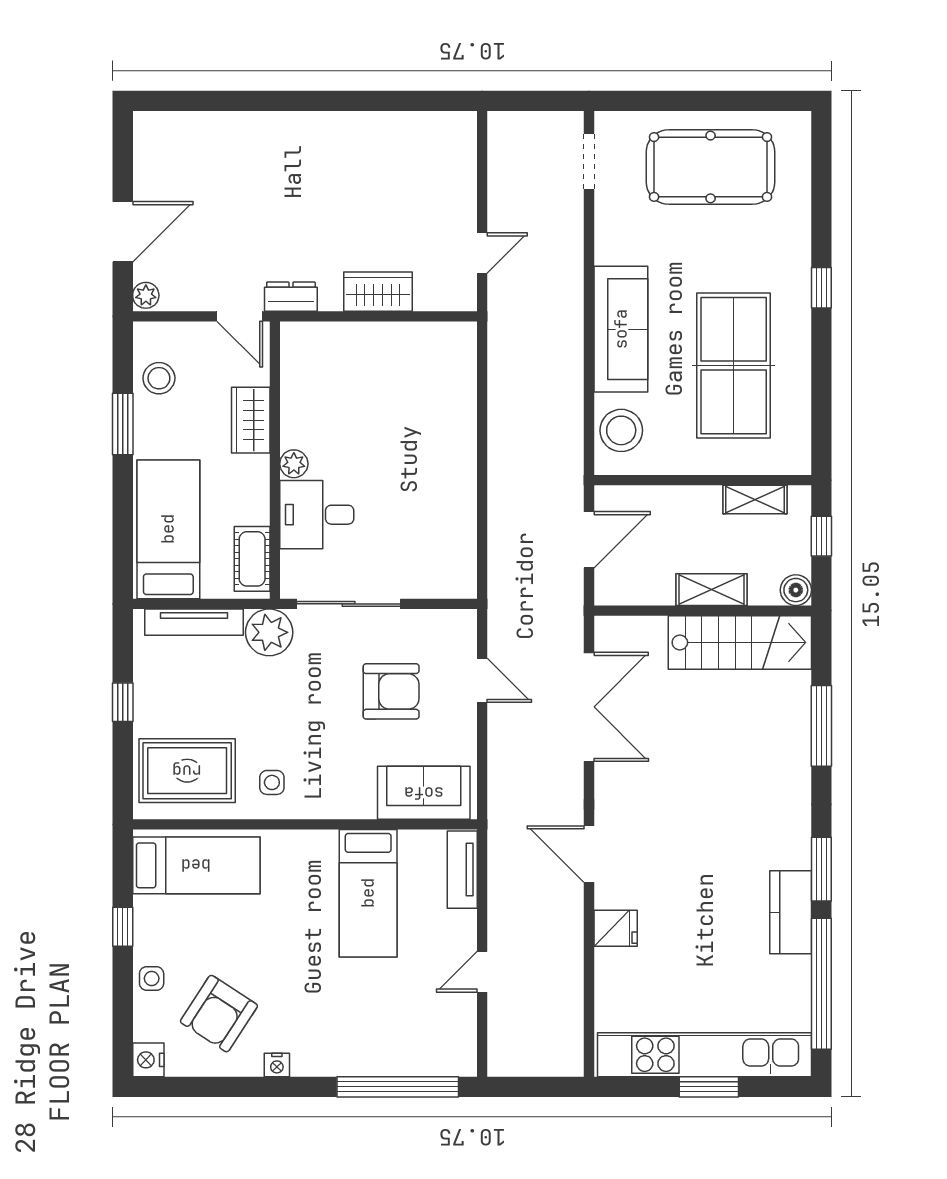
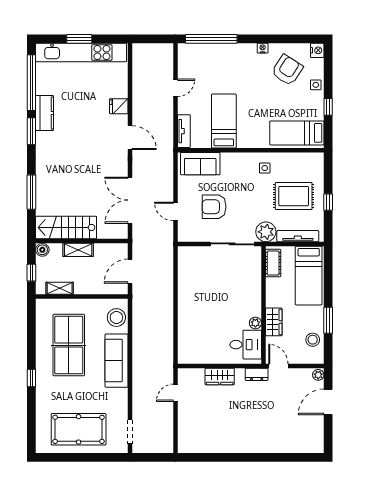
plant: (294, 464) -> (255, 323), moved
desk: (317, 515) -> (246, 345), moved
rug: (187, 771) -> (294, 196), moved

